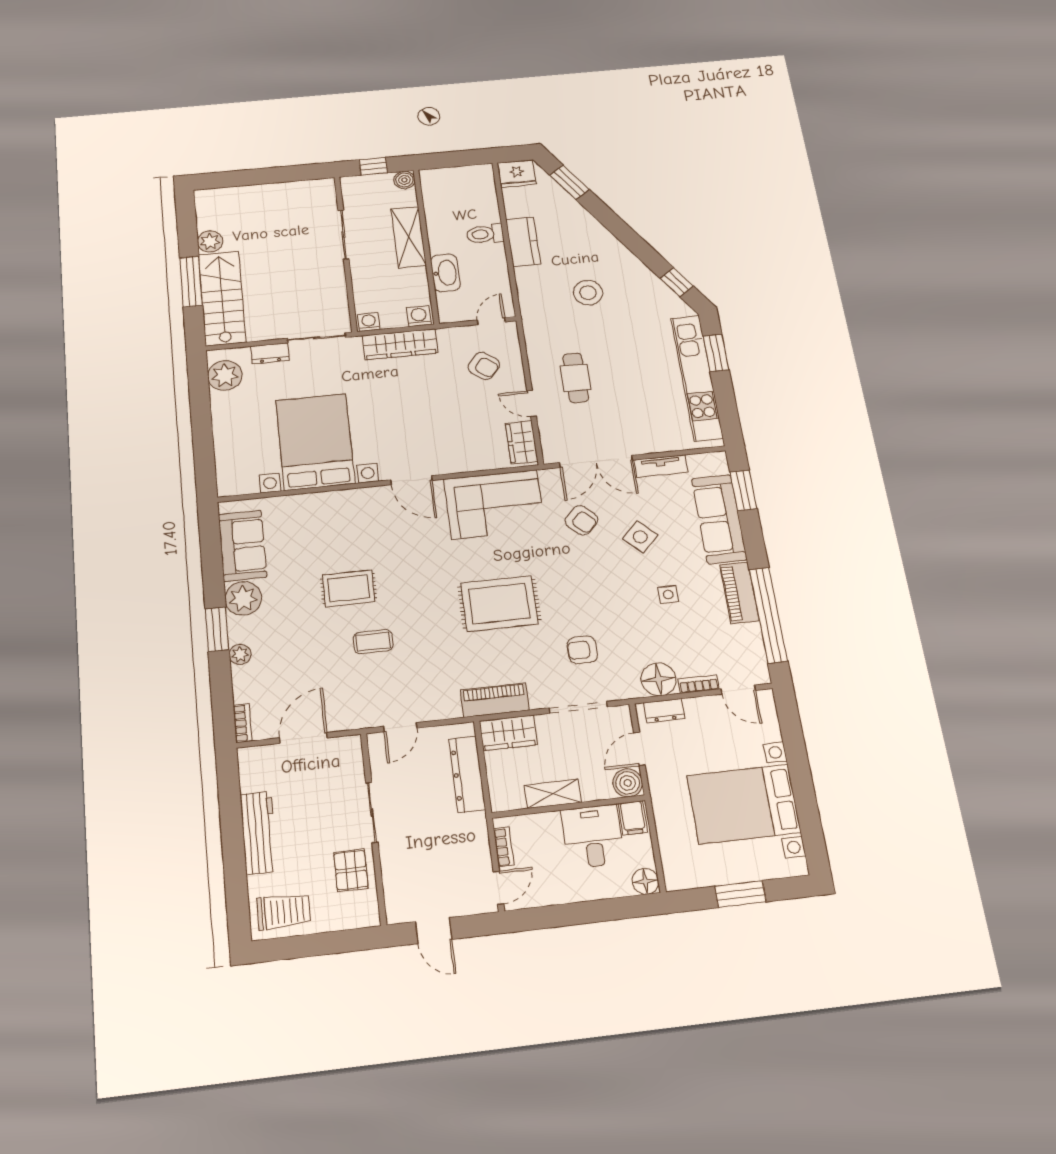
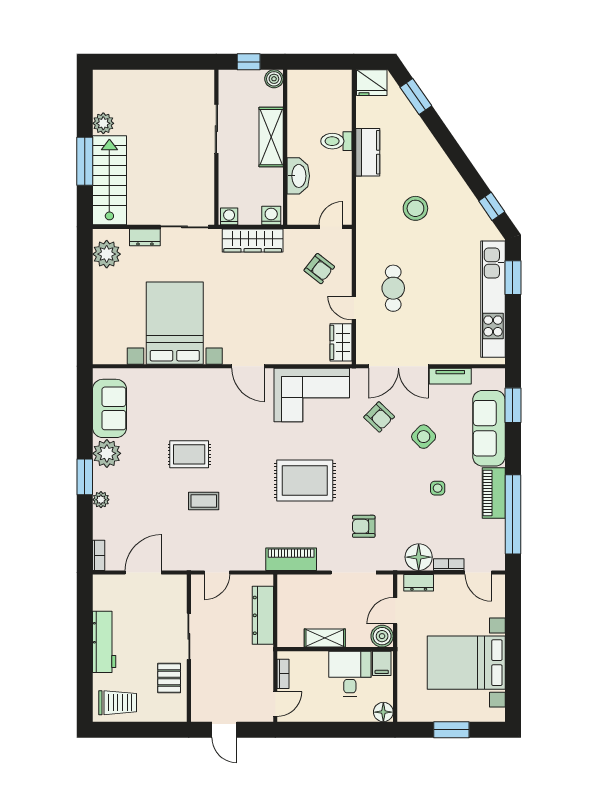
wardrobe: (508, 733) -> (298, 587), removed

